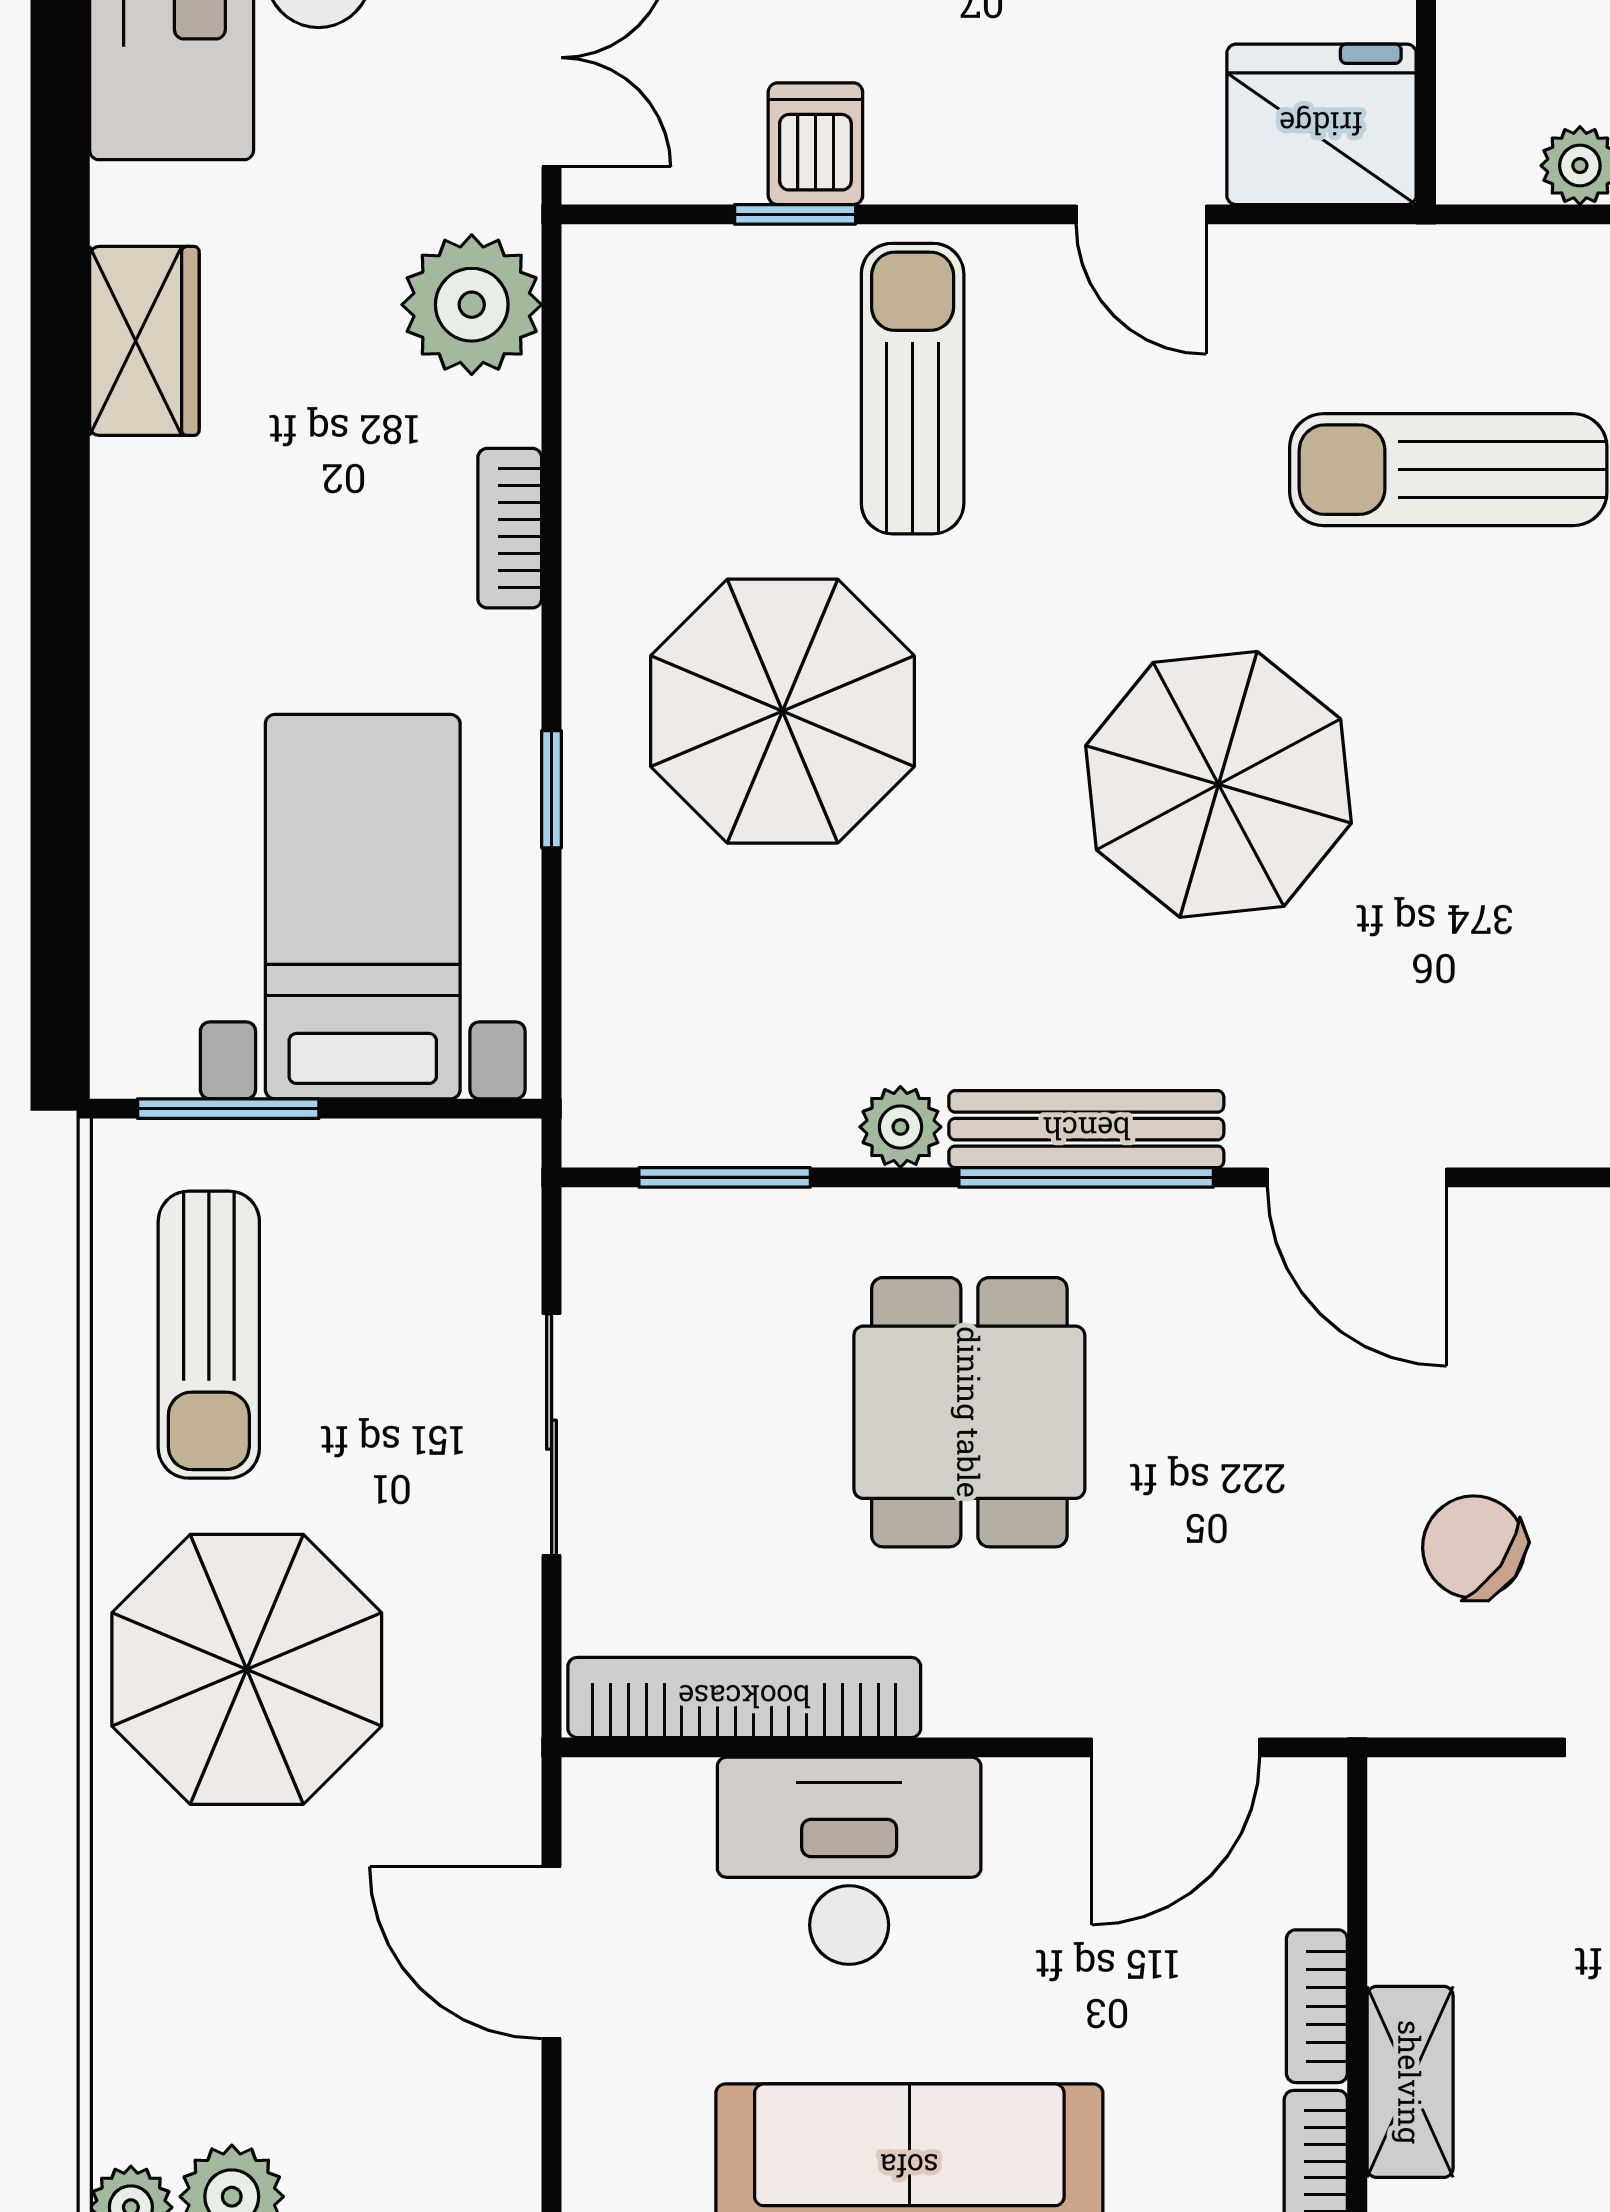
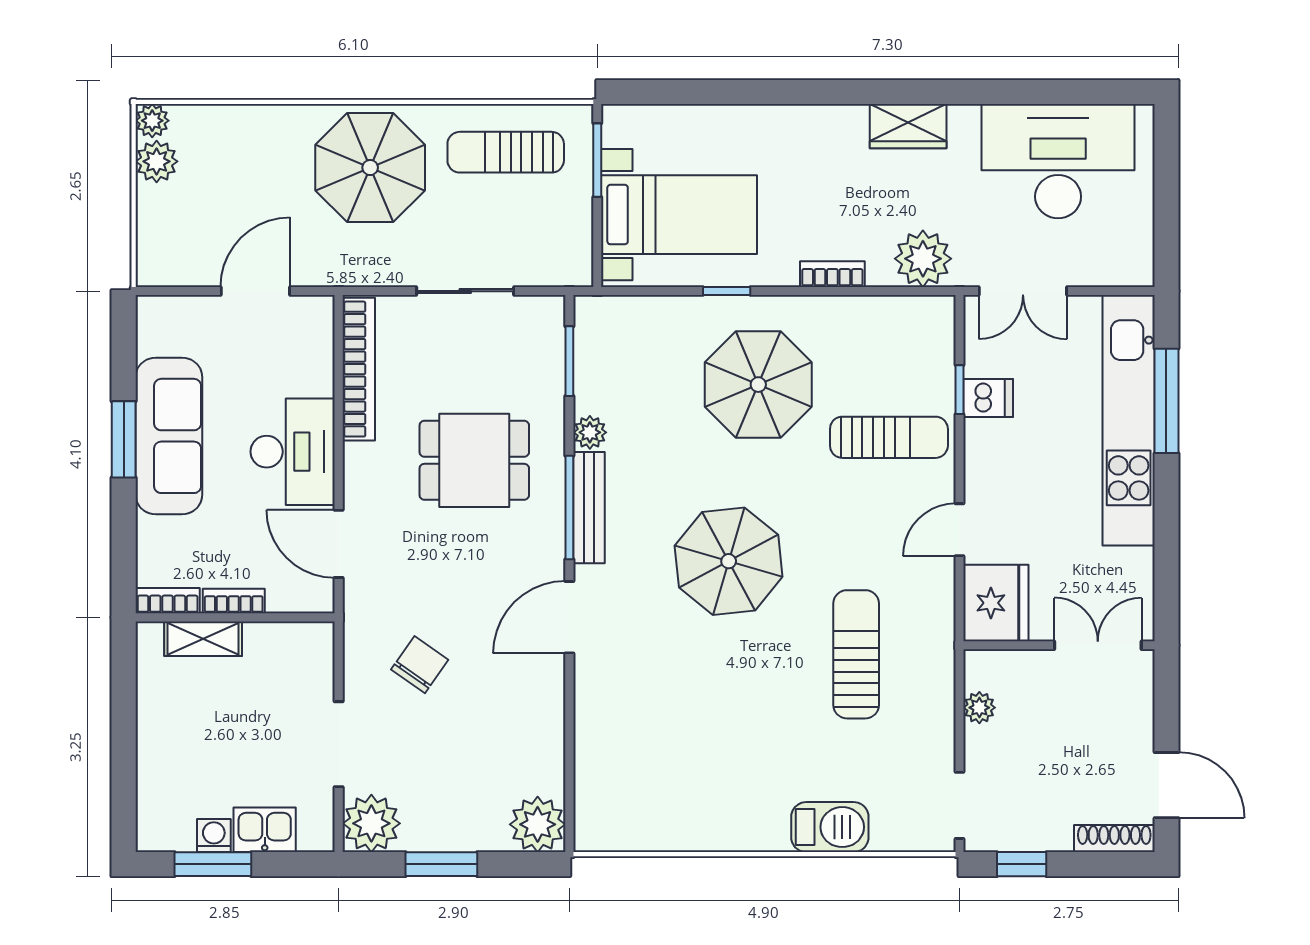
desk: (849, 1861) -> (293, 452), moved

